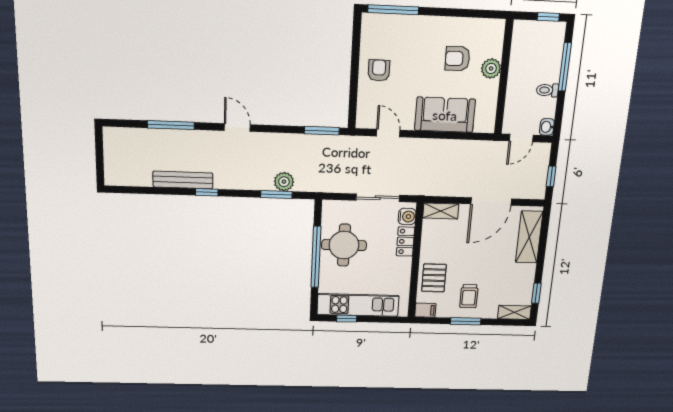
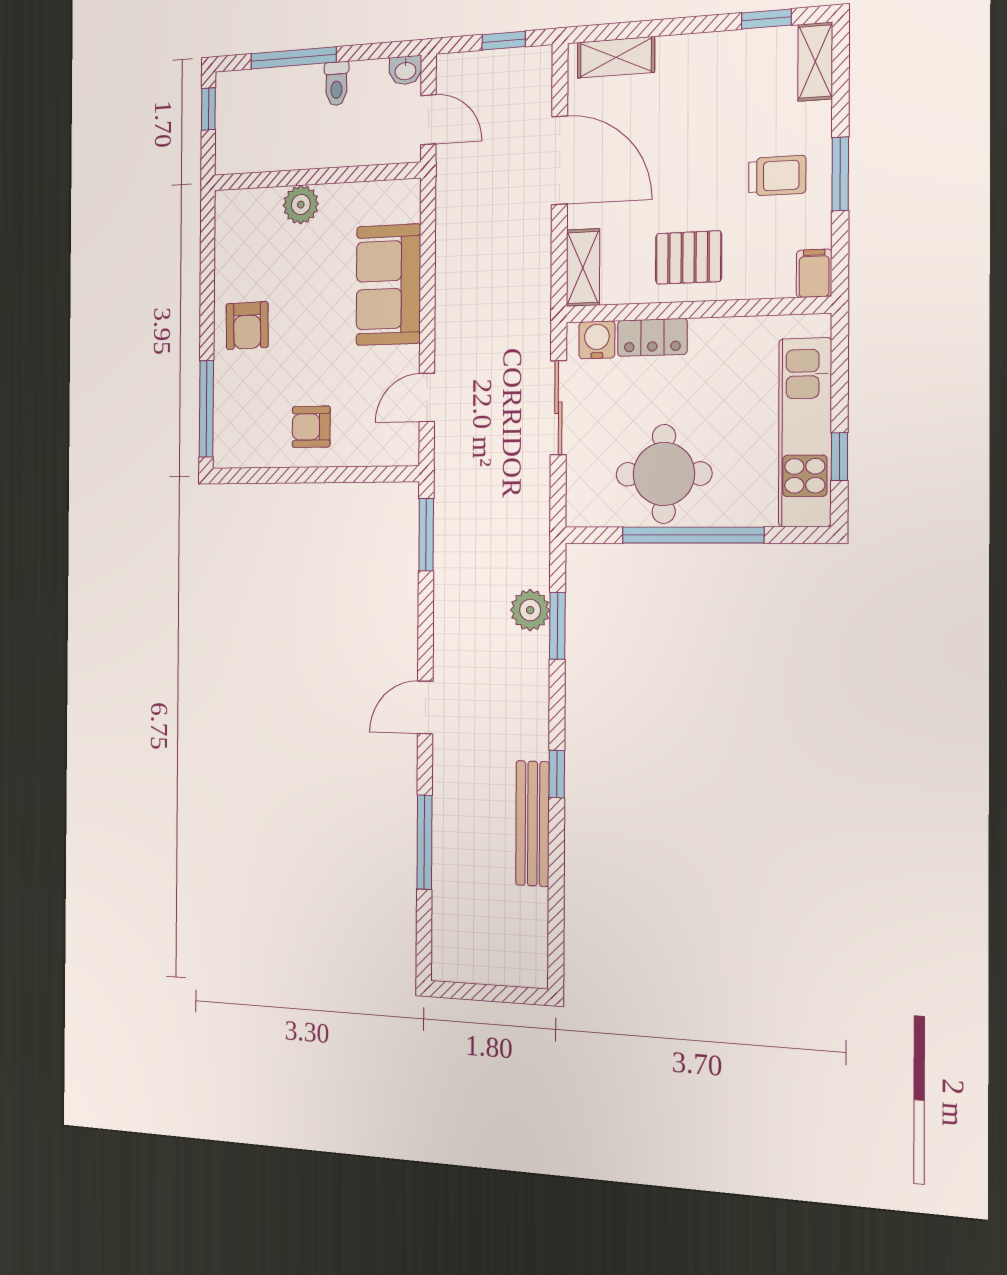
armchair: (457, 59) -> (247, 326), moved
shelving: (529, 237) -> (616, 57), width x0.67, depth x0.75
pallet: (434, 278) -> (689, 257), moved

